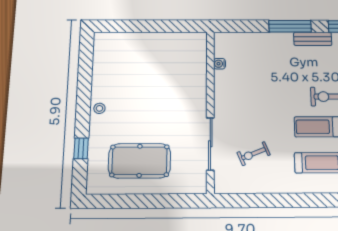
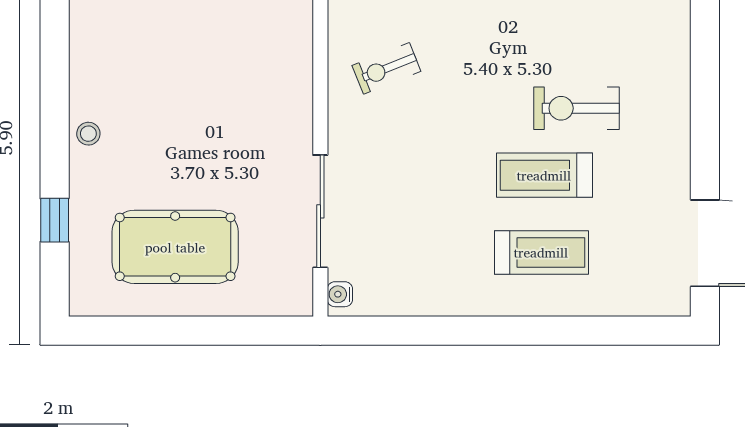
water cooler: (219, 64) -> (340, 294), moved
exercise bike: (254, 154) -> (386, 68), moved

